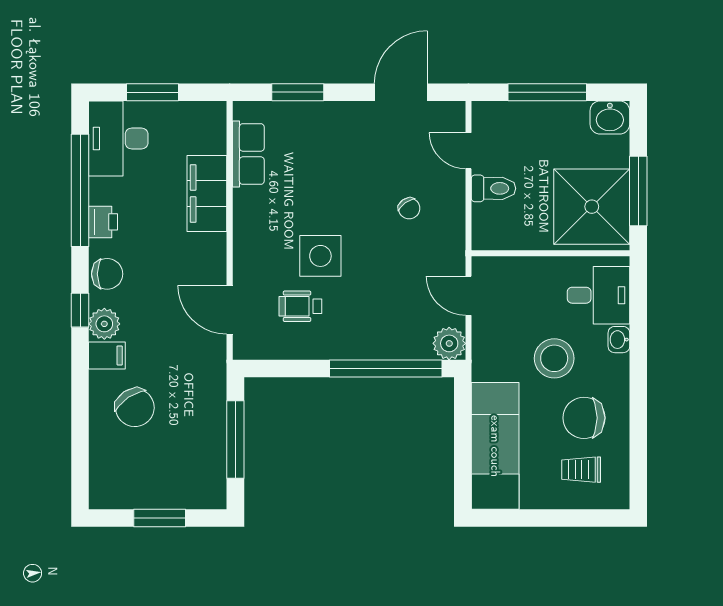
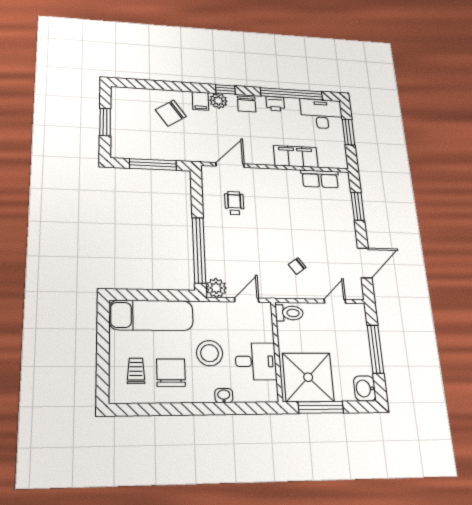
door: (401, 92) -> (365, 263), hinge flipped
toilet: (494, 188) -> (289, 313), moved, turned -90
side table: (320, 256) -> (265, 215), removed
desk: (598, 295) -> (256, 361), moved, turned -90

